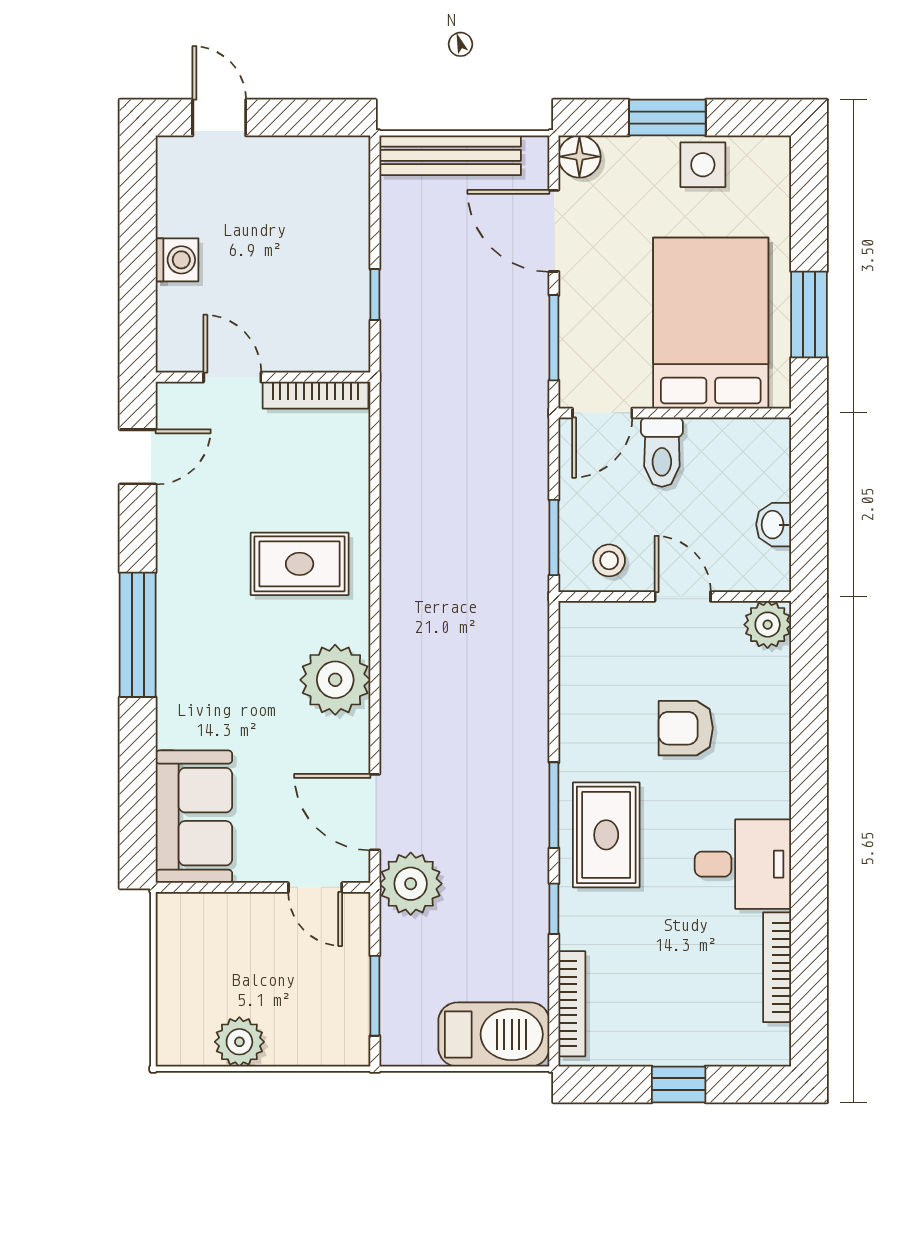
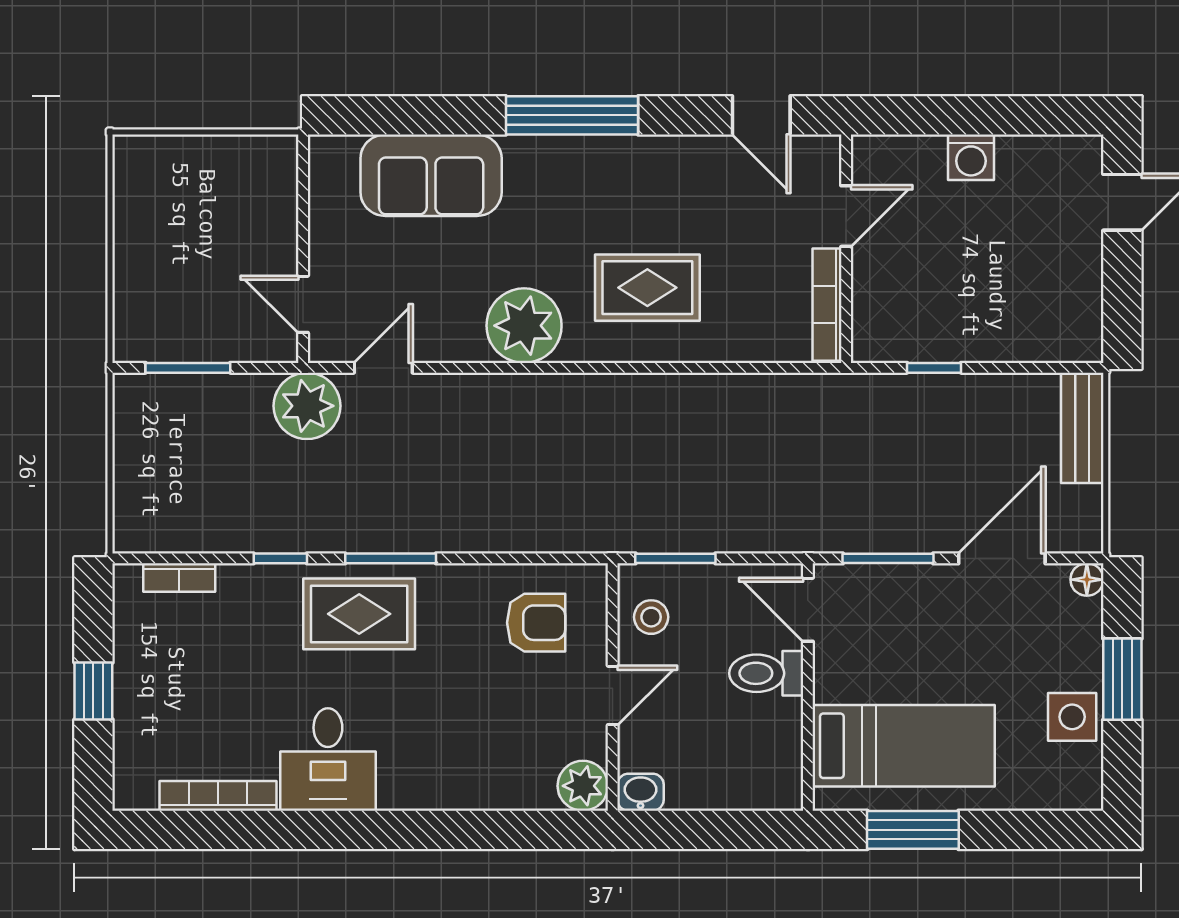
bench: (450, 155) -> (1082, 428), width x0.73
floor lamp: (579, 157) -> (1087, 580), width x0.73, depth x0.73
bed: (711, 323) -> (904, 746), width x0.67
washbasin: (774, 525) -> (640, 792), moved
rug: (300, 564) -> (647, 288), turned 90
armchair: (686, 728) -> (536, 623), moved, turned 90
door: (375, 812) -> (383, 368), width x0.73
sofa: (194, 817) -> (431, 175), moved
door: (315, 887) -> (303, 304), hinge flipped
bookcase: (572, 1004) -> (179, 577), width x0.64
barbecue: (494, 1034) -> (147, 494), removed
plant: (239, 1042) -> (139, 224), removed

